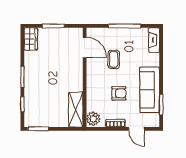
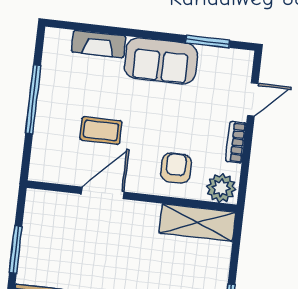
fireplace: (154, 40) -> (99, 44), moved
door: (85, 47) -> (103, 193), moved
sofa: (150, 90) -> (161, 61), width x0.73
armchair: (119, 93) -> (176, 168), moved

